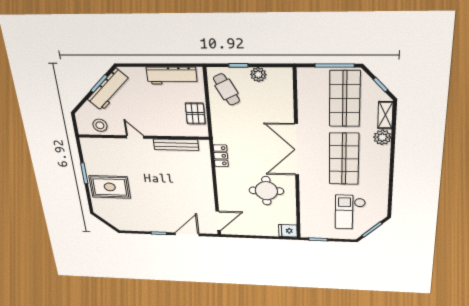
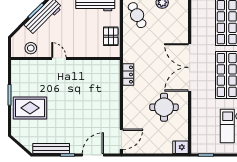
bench: (176, 145) -> (51, 148), moved

